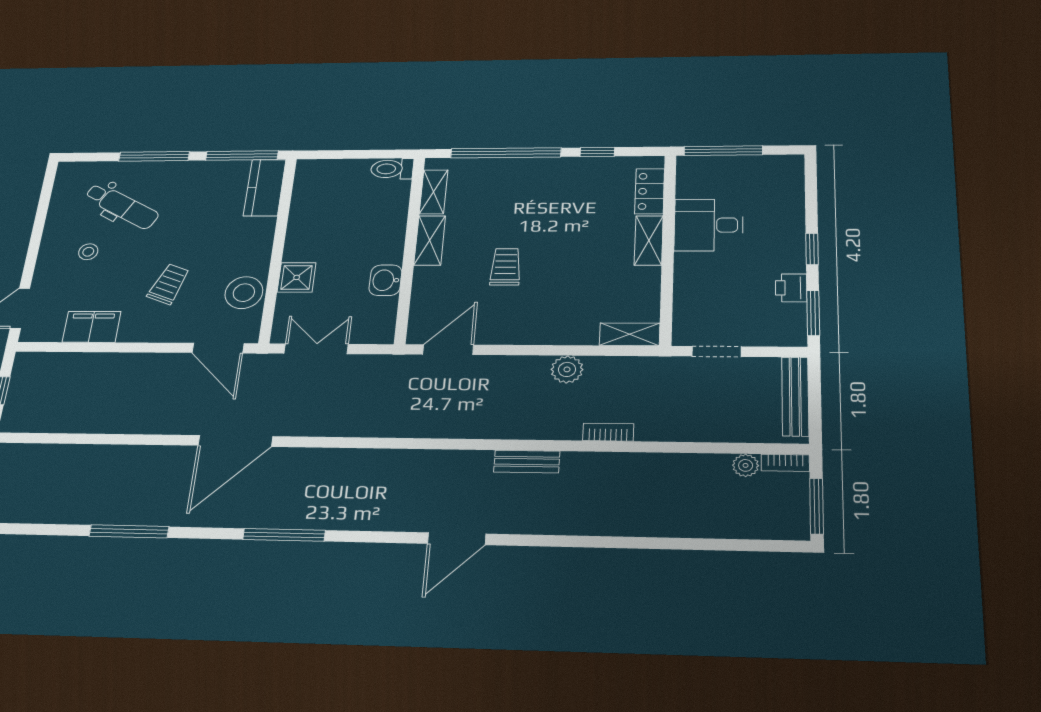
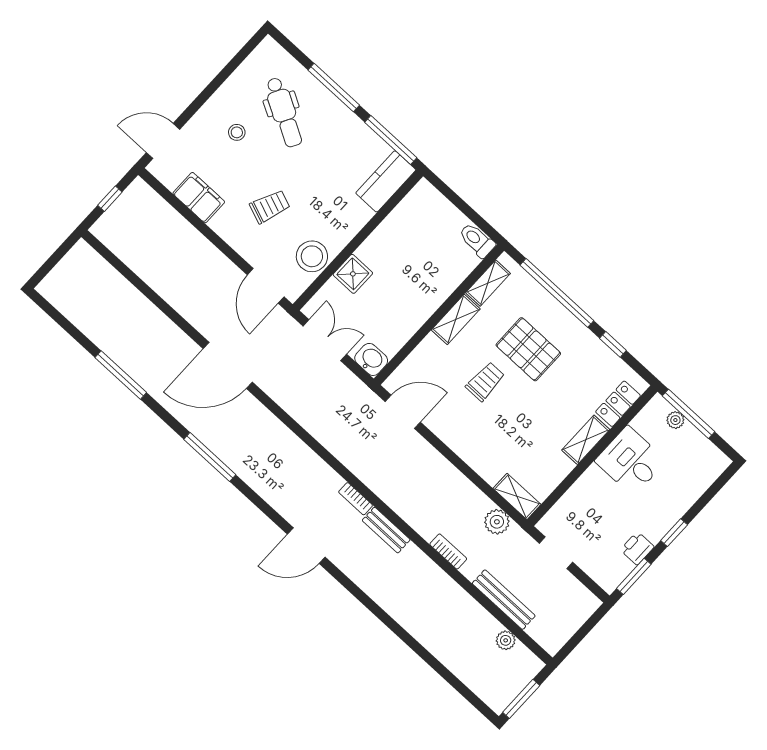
plant: (716, 164) -> (675, 420), added
pallet: (522, 213) -> (528, 349), added
washbasin: (385, 280) -> (371, 359), moved, turned 90
plant: (567, 369) -> (497, 522), moved
bench: (795, 396) -> (504, 600), moved, turned 90
bookcase: (785, 463) -> (356, 499), moved

